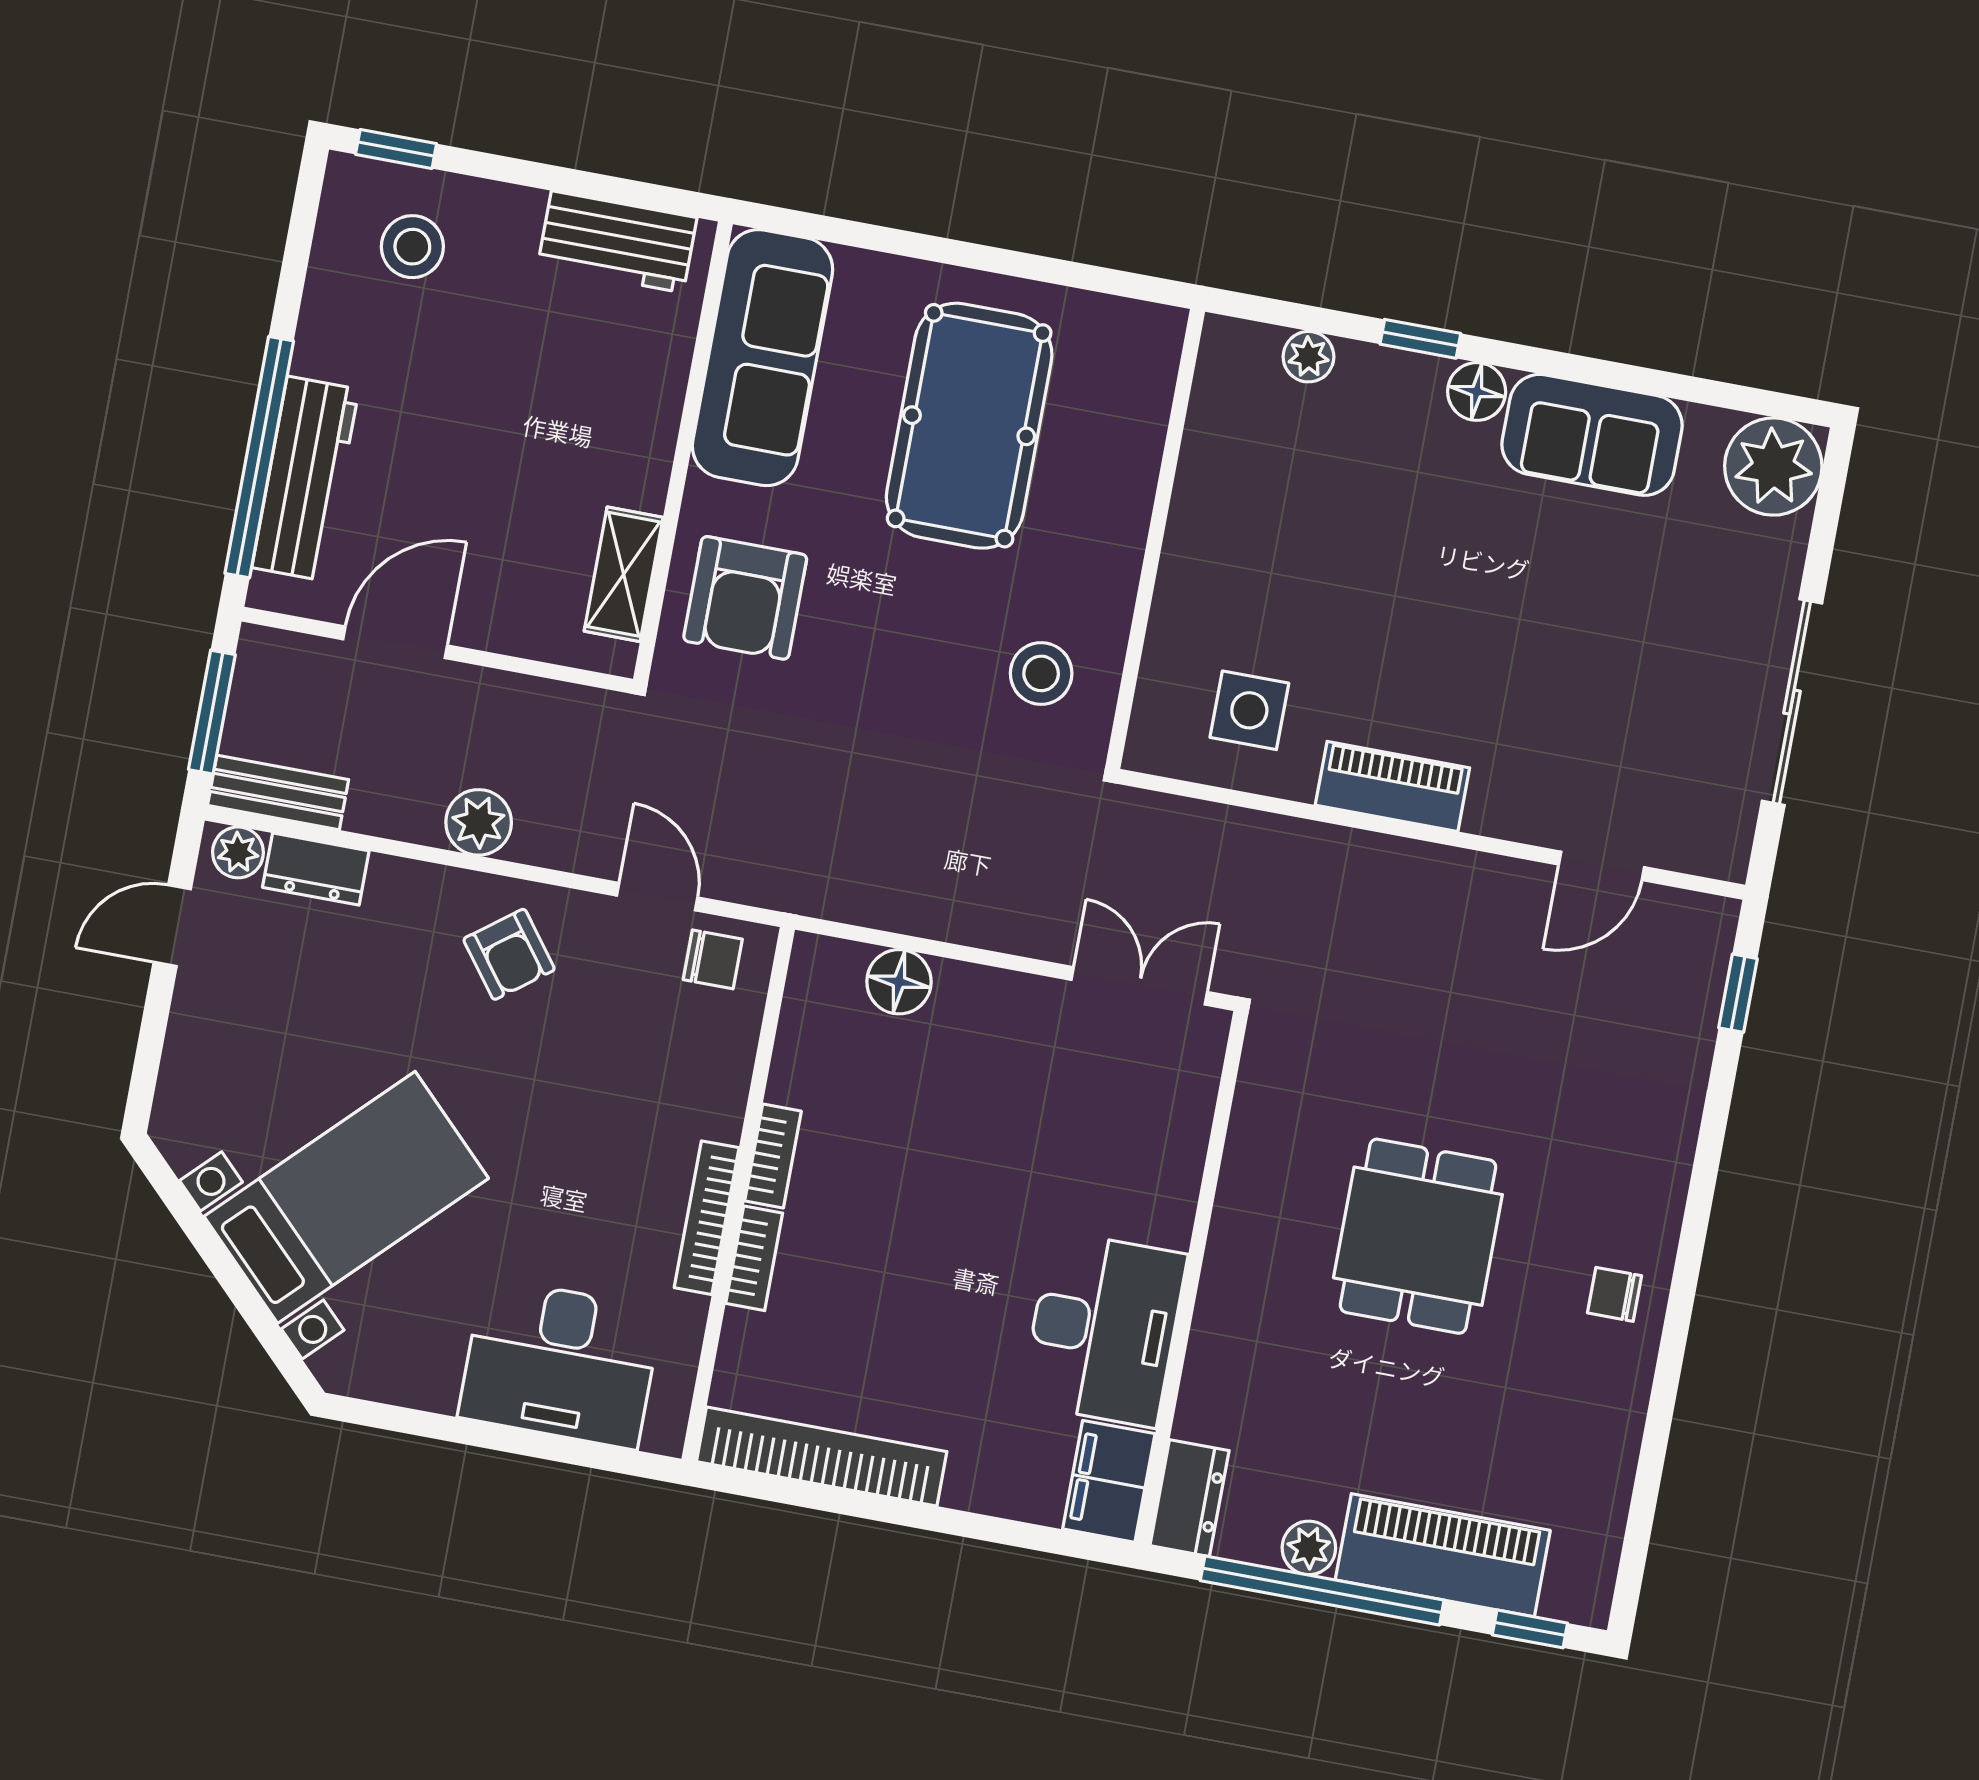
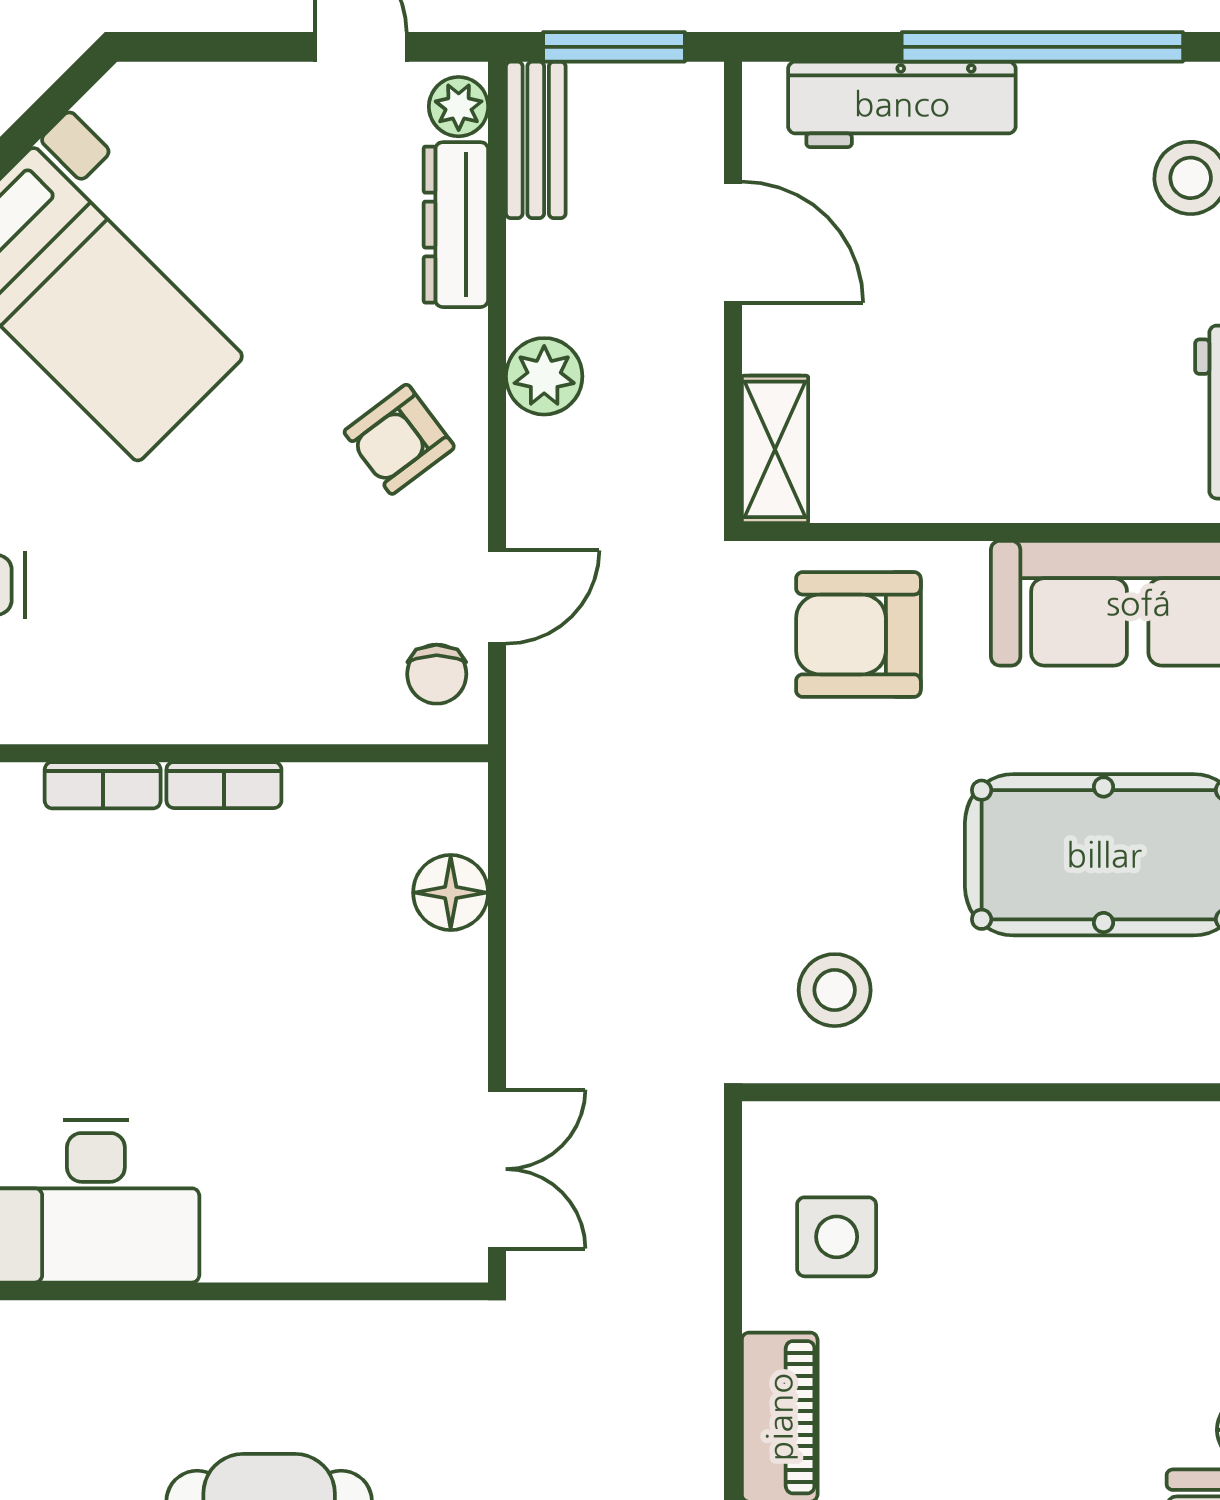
window: (259, 457) -> (1042, 47), moved
shelving: (624, 574) -> (775, 449), moved, turned 90
dresser: (316, 869) -> (456, 225), width x1.44
bookcase: (707, 1218) -> (139, 722), removed

